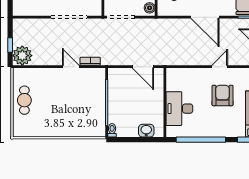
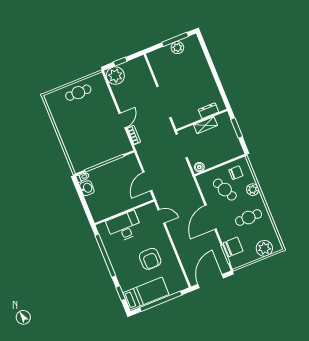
door: (220, 67) -> (161, 216), moved
armchair: (223, 95) -> (150, 259), turned 90
washbasin: (146, 131) -> (87, 188), moved

